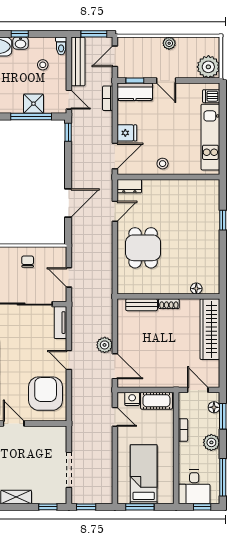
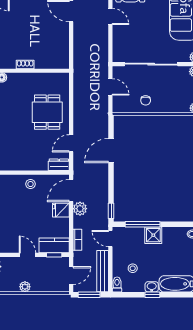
shower: (33, 104) -> (153, 235), moved
bench: (142, 305) -> (48, 64), removed
tv unit: (60, 323) -> (118, 48), removed
plant: (105, 345) -> (80, 209), moved

